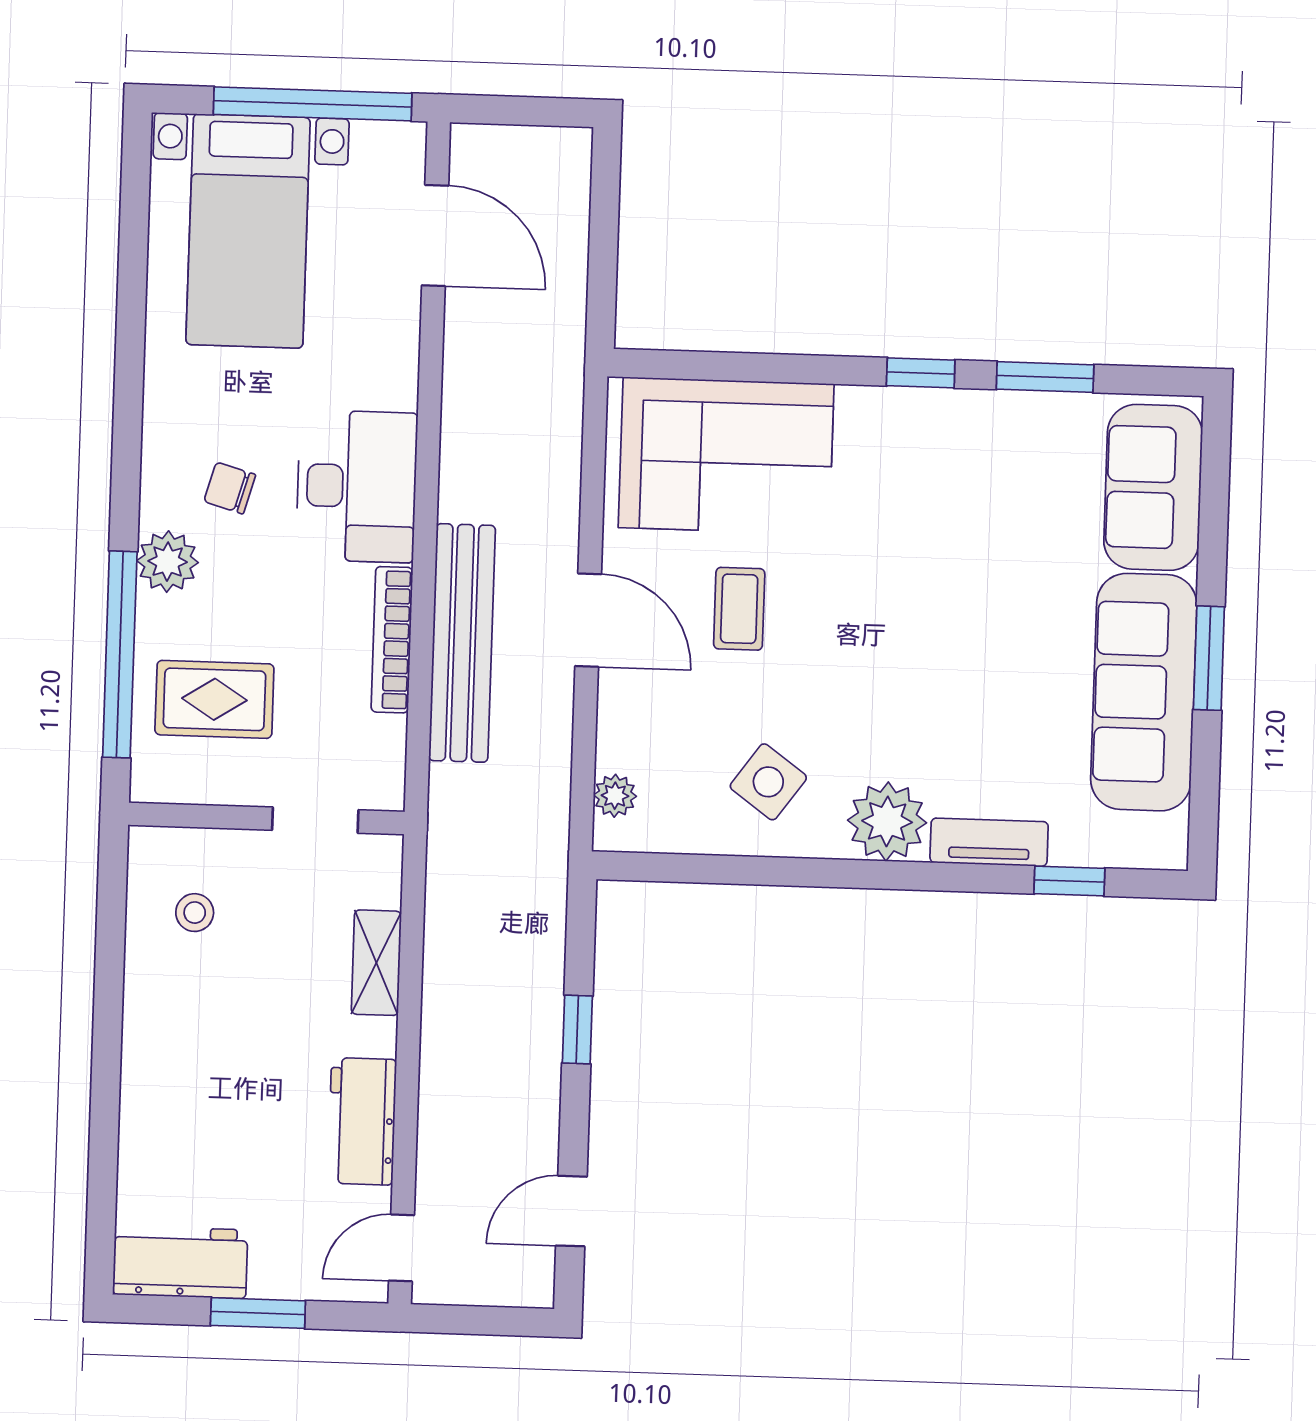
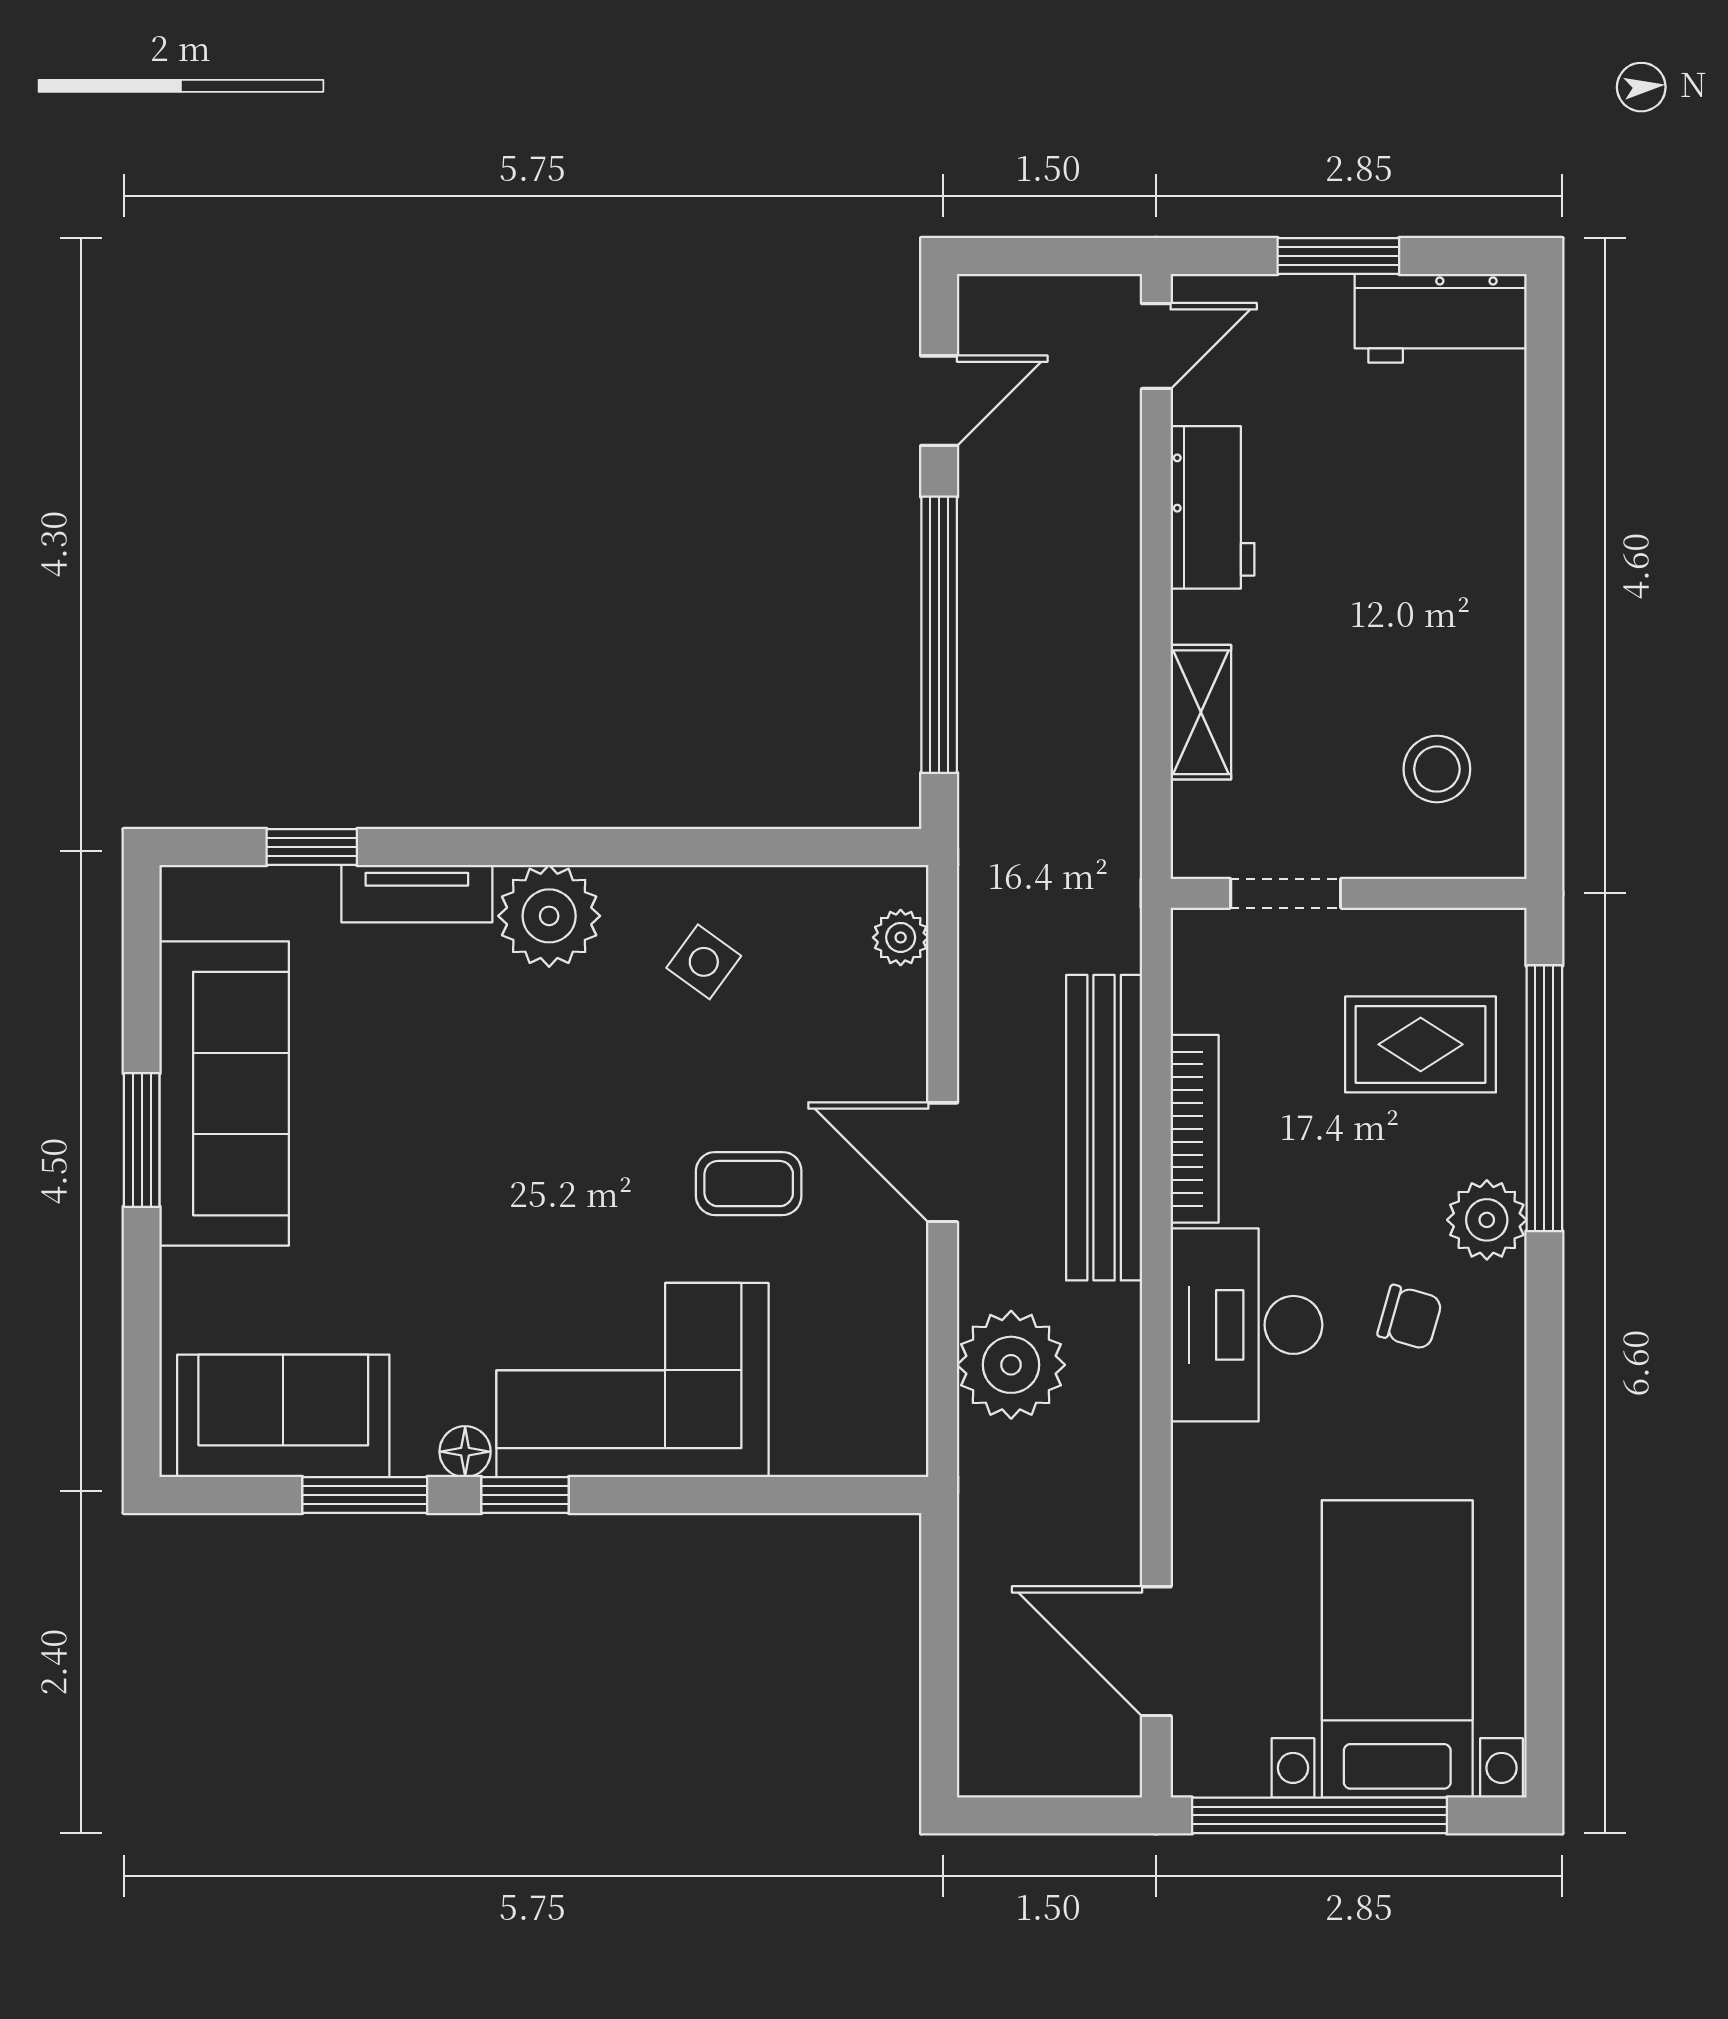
floor lamp: (966, 408) -> (465, 1452), added
corner sofa: (726, 456) -> (632, 1380), moved
plant: (540, 461) -> (1011, 1365), added
sofa: (1153, 487) -> (283, 1416), moved, turned -90
coffee table: (739, 609) -> (749, 1184), turned 90
side table: (768, 782) -> (704, 962), width x0.73, depth x0.73
stool: (195, 913) -> (1437, 769), width x1.37, depth x1.37
window: (577, 1029) -> (939, 635), width x3.17

